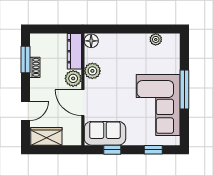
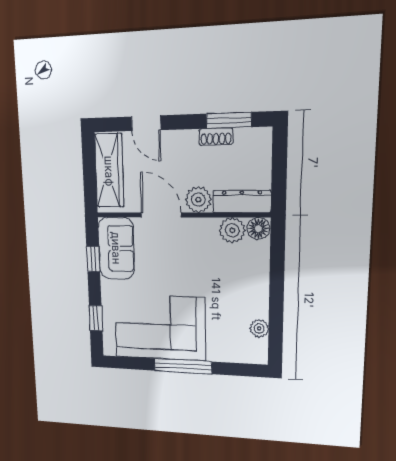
plant: (92, 71) -> (232, 230), moved
door: (83, 103) -> (161, 215), hinge flipped
wardrobe: (46, 136) -> (109, 171), width x1.50

